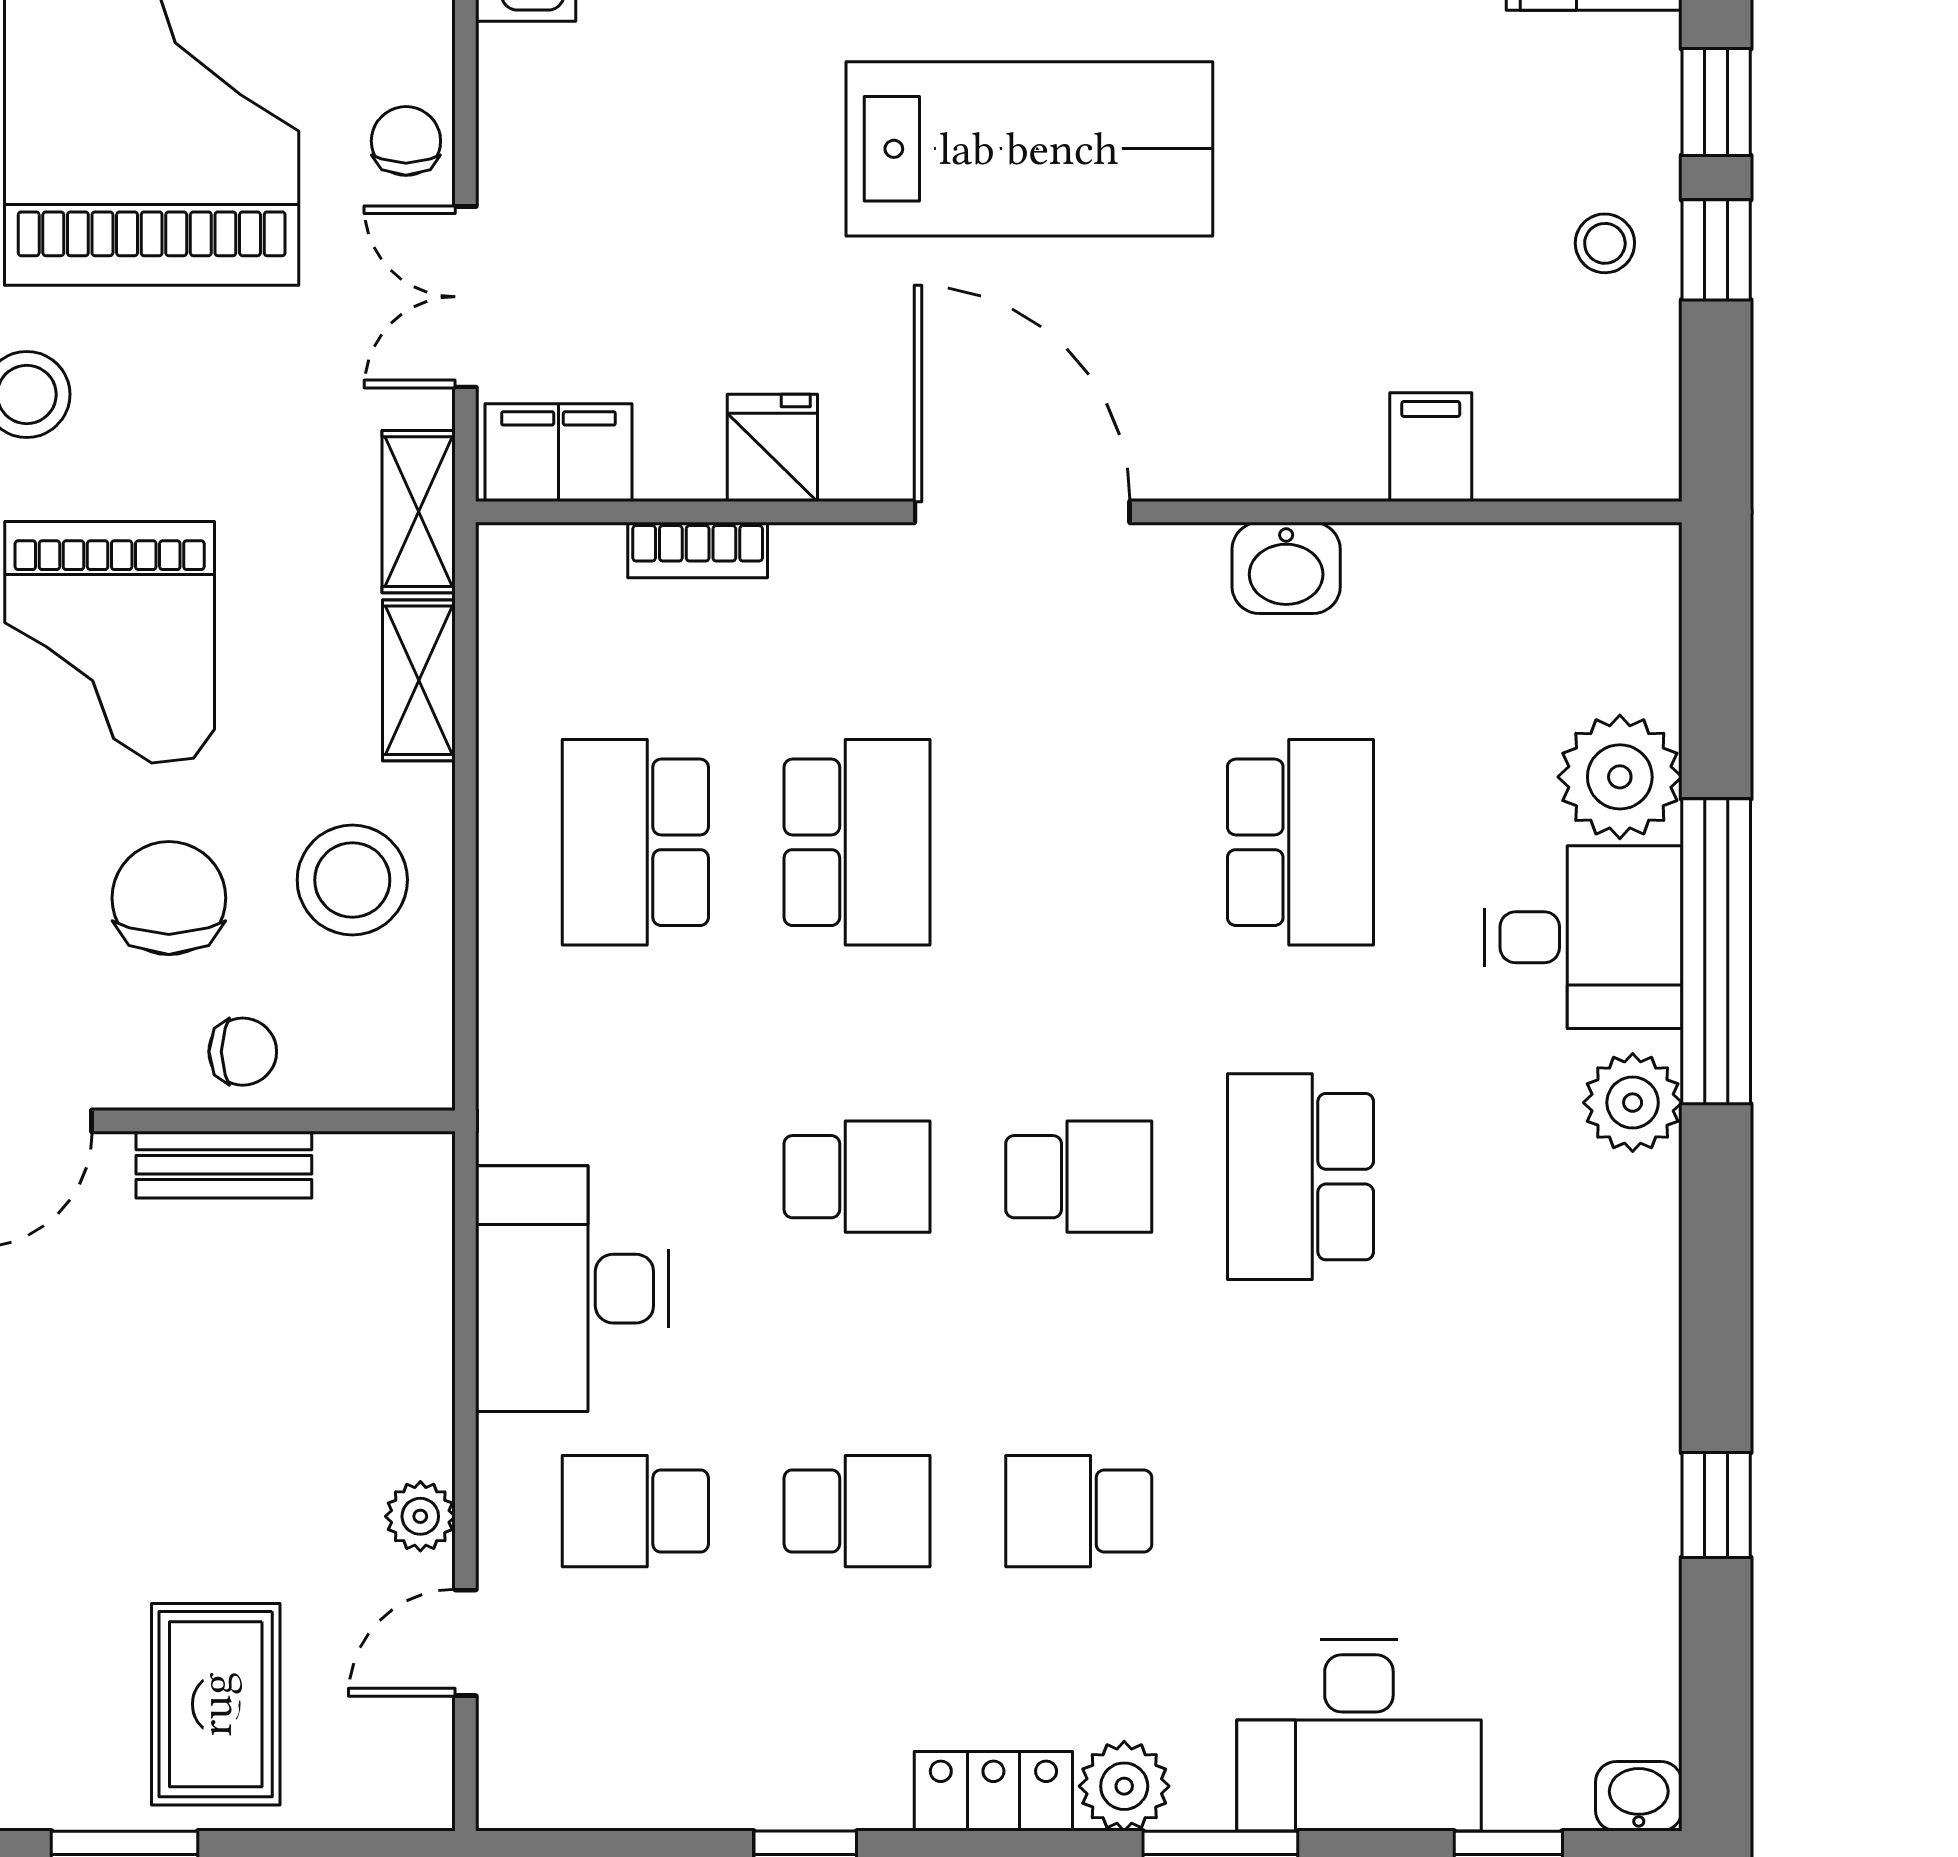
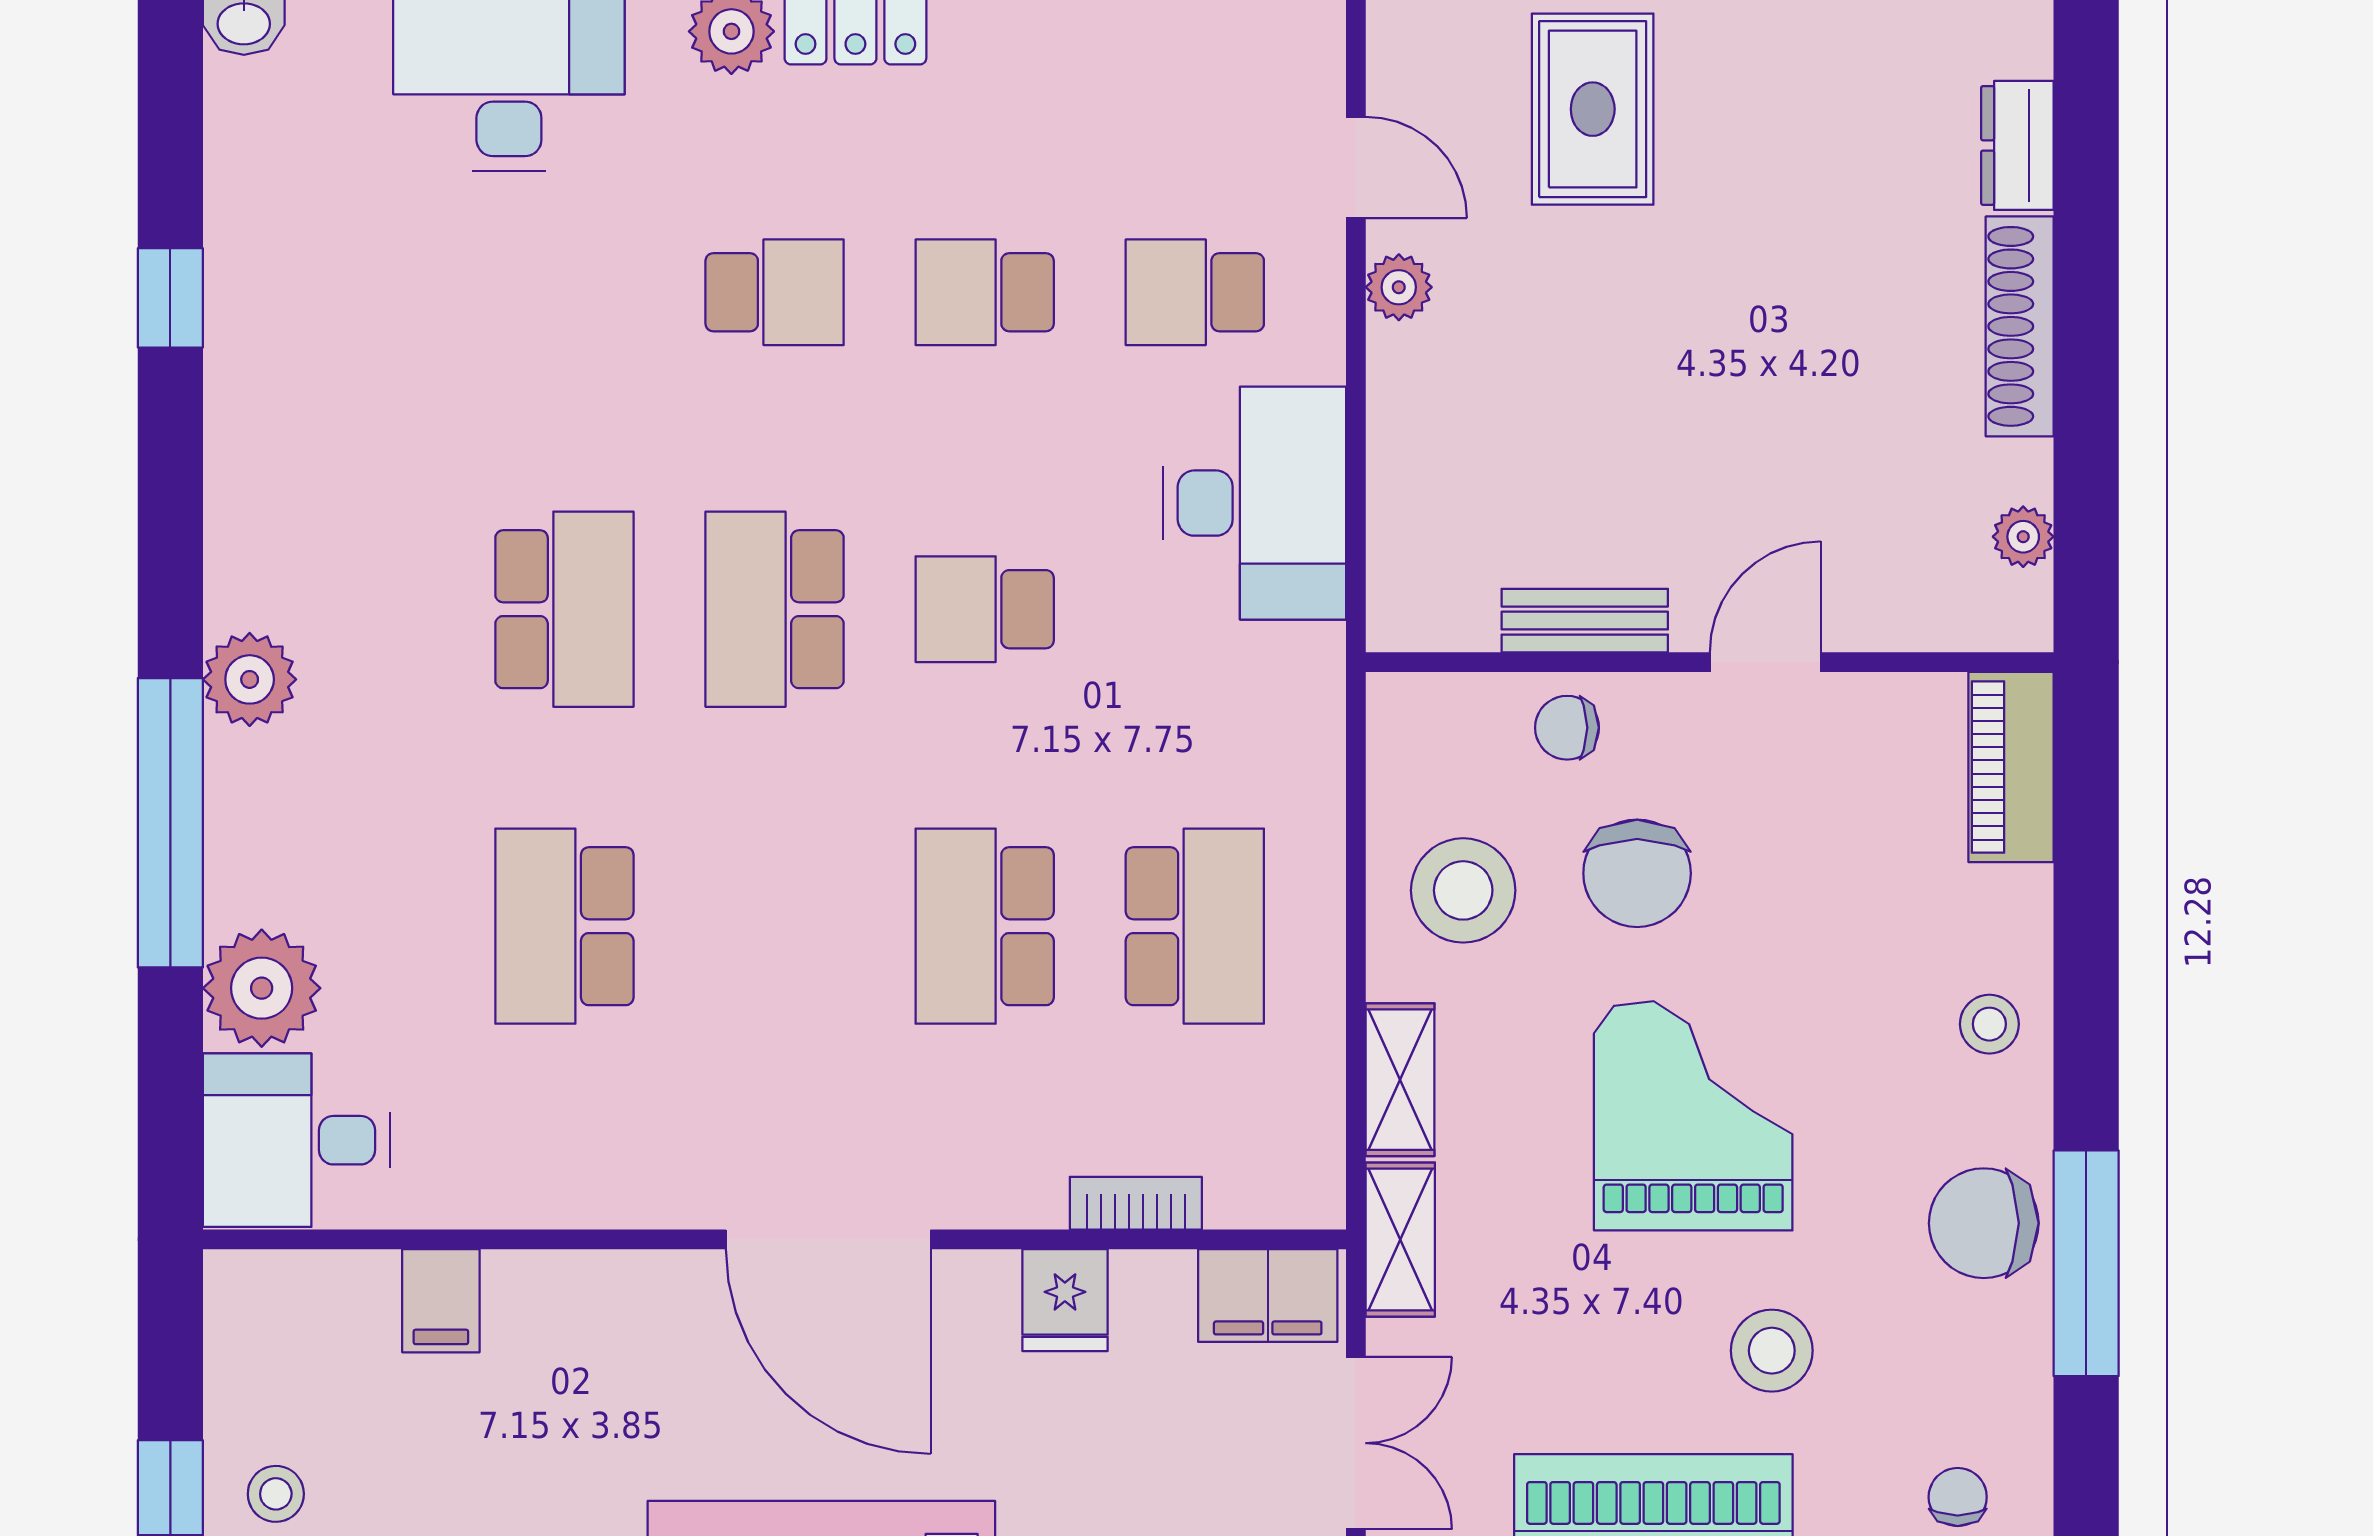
washbasin: (1286, 568) -> (578, 1186), removed
desk: (1583, 937) -> (296, 1140), moved
school desk: (1079, 1177) -> (775, 609), width x1.85
school desk: (635, 1511) -> (1195, 292), turned 180
door: (465, 1643) -> (1356, 167), hinge flipped

